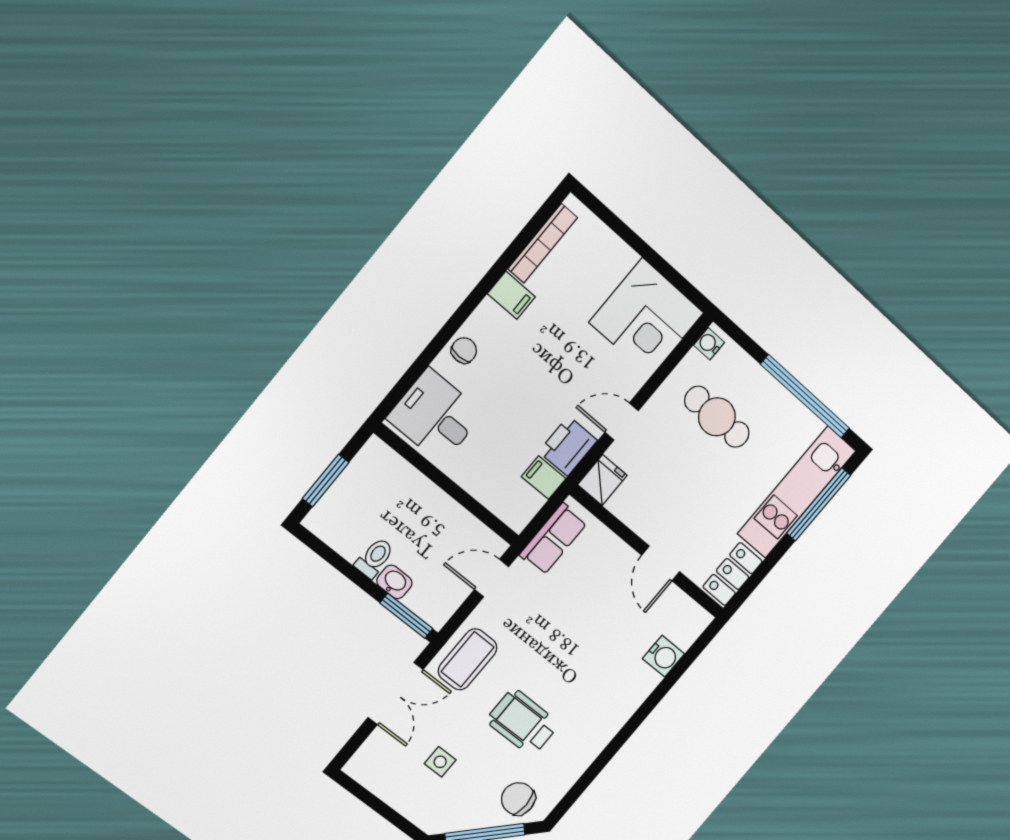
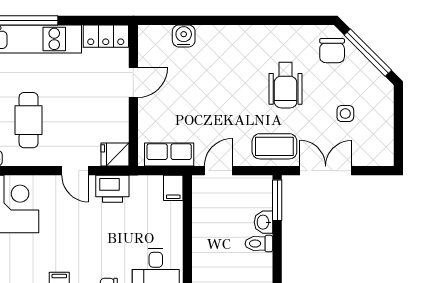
filing cabinet: (544, 478) -> (173, 188), moved
door: (492, 578) -> (218, 171), swing flipped

